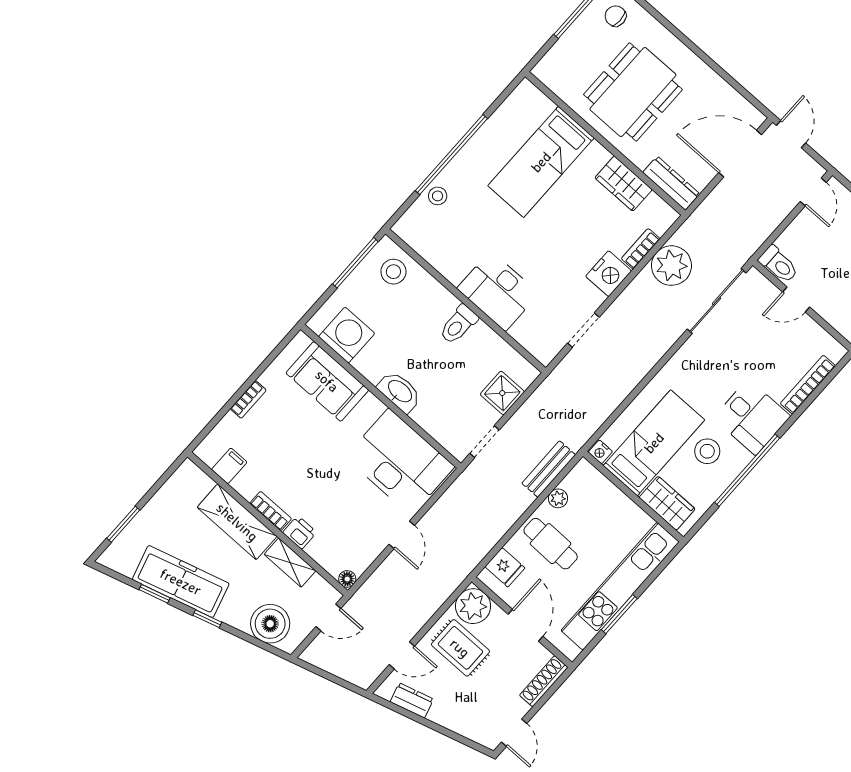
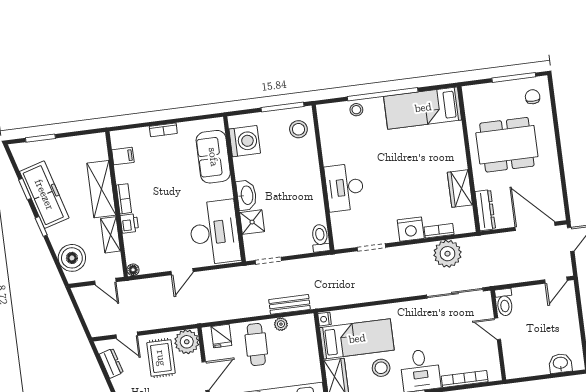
bed: (541, 162) -> (423, 108), moved
toilet: (458, 325) -> (320, 238), moved, turned 90
shower: (502, 393) -> (252, 222), moved

